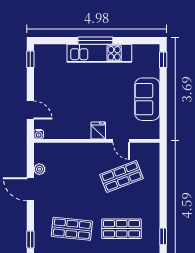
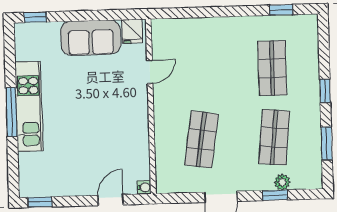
fridge: (98, 131) -> (132, 31), moved, turned -90
plant: (39, 169) -> (282, 182), moved
shop shelf: (122, 176) -> (201, 139), moved, turned 30
window: (30, 239) -> (275, 195), moved

